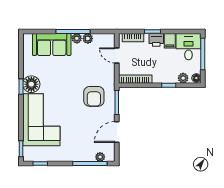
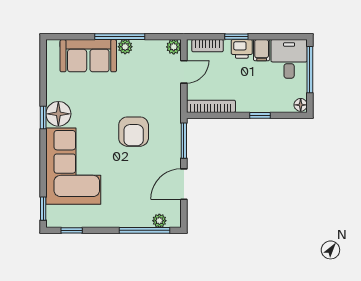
plant: (88, 39) -> (174, 47), moved
door: (117, 56) -> (184, 72), swing flipped
plant: (183, 78) -> (281, 105), removed
armchair: (94, 96) -> (134, 132), moved

